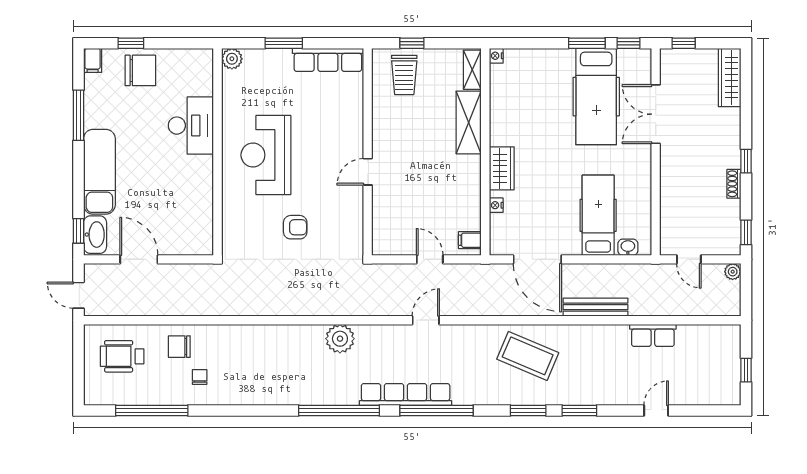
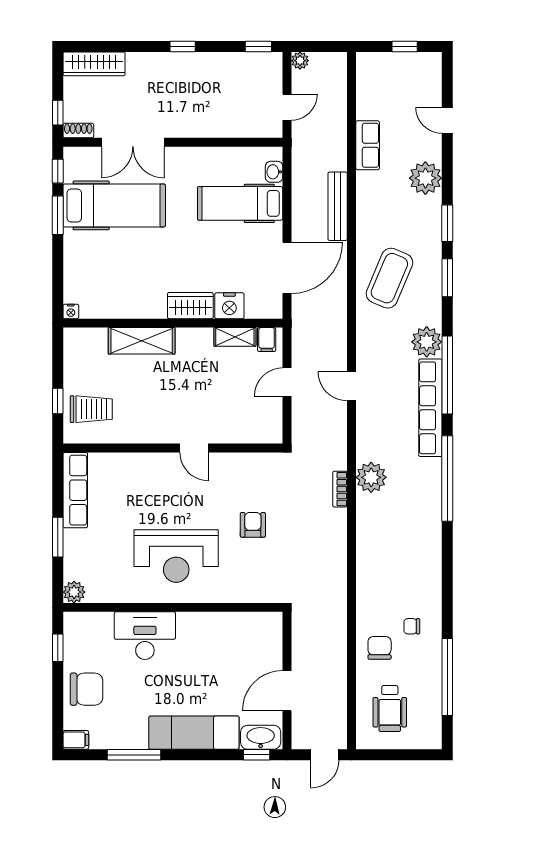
window: (131, 43) -> (58, 648), moved
chair: (140, 70) -> (86, 689), turned 90
shelving: (472, 70) -> (235, 337), moved
shoe rack: (734, 184) -> (78, 131), moved, turned 180
nightstand: (496, 205) -> (229, 306), width x1.89, depth x1.79
bookcase: (329, 309) -> (340, 489), added
chair: (179, 347) -> (380, 648), turned 180
plant: (622, 390) -> (425, 178), added
plant: (468, 391) -> (427, 342), added
door: (656, 411) -> (447, 120), moved

